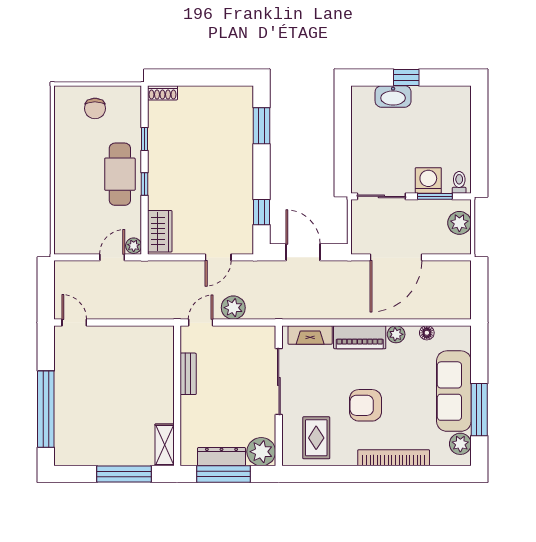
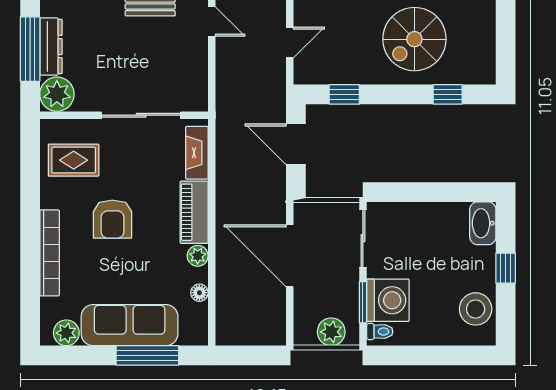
washbasin: (393, 96) -> (483, 223), moved
stool: (440, 103) -> (476, 309), added
window: (261, 126) -> (448, 94), width x0.67
spiral stairs: (215, 153) -> (414, 39), added
washing machine: (428, 180) -> (388, 300), width x1.37, depth x1.37
door: (303, 252) -> (296, 144), swing flipped
door: (218, 257) -> (290, 42), swing flipped
plant: (233, 308) -> (230, 61), removed
armchair: (365, 405) -> (112, 219), turned 180
window: (479, 410) -> (147, 355), moved

